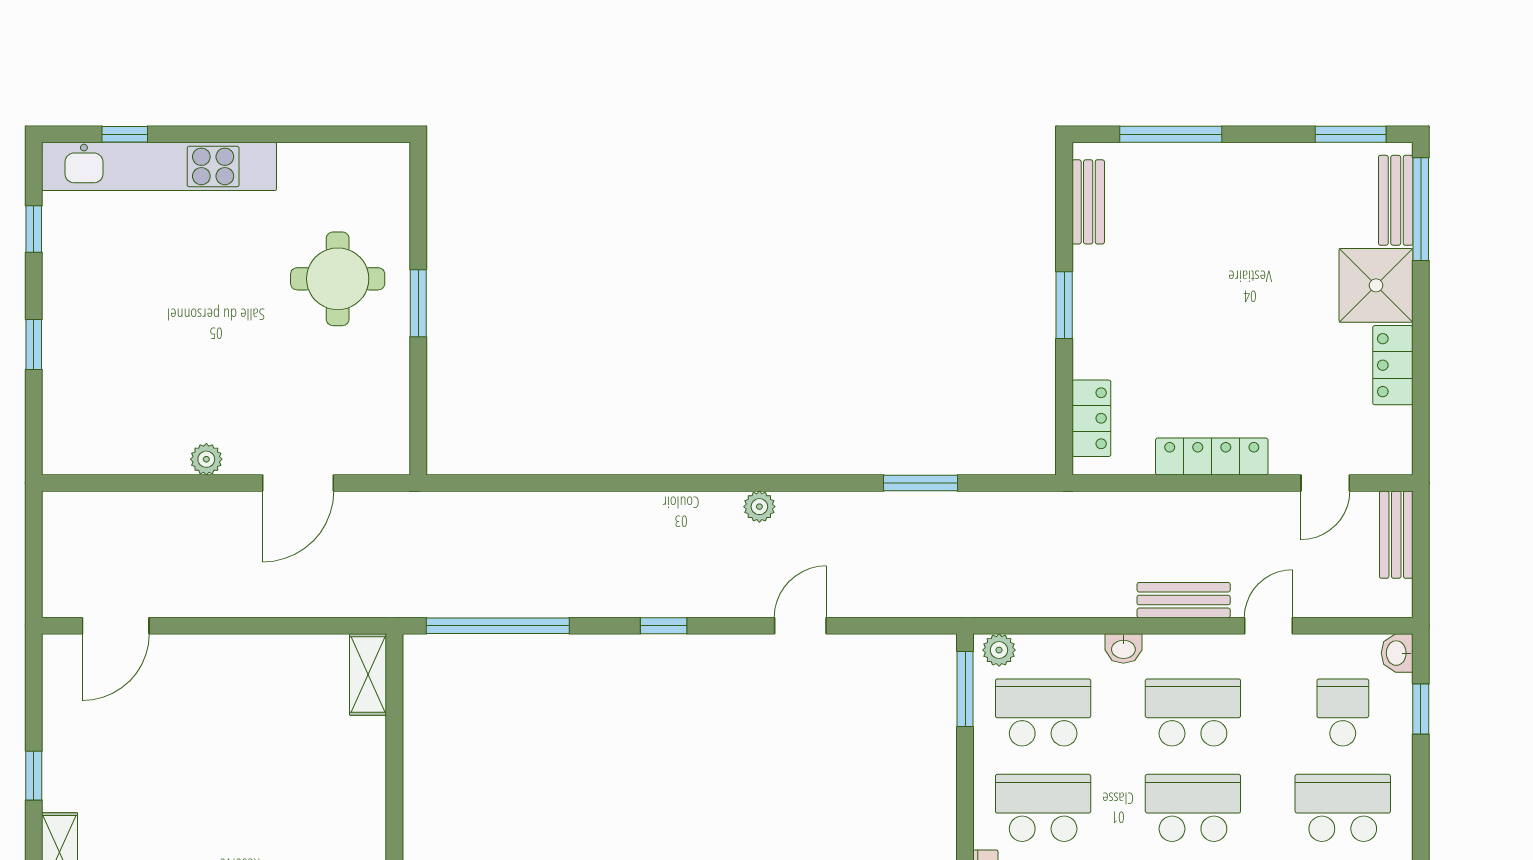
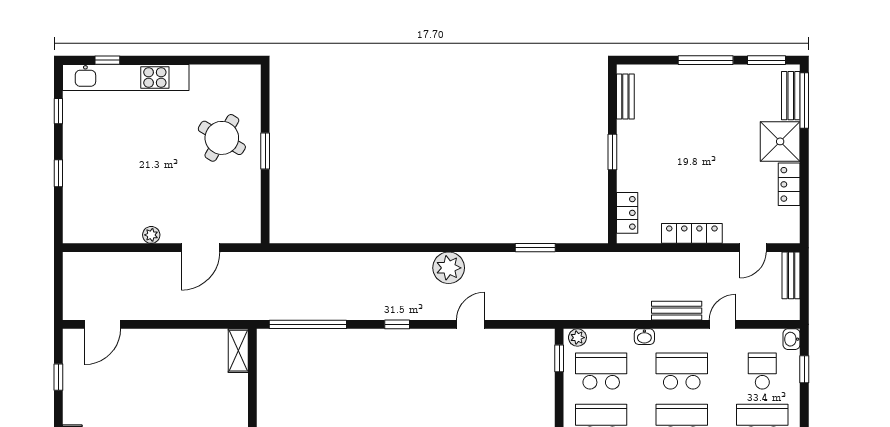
window: (1171, 134) -> (706, 60), moved
round table: (338, 279) -> (222, 138), turned 31
plant: (759, 507) -> (449, 268), width x1.88, depth x1.88
window: (965, 689) -> (559, 358), width x0.67
window: (34, 776) -> (58, 377), moved

